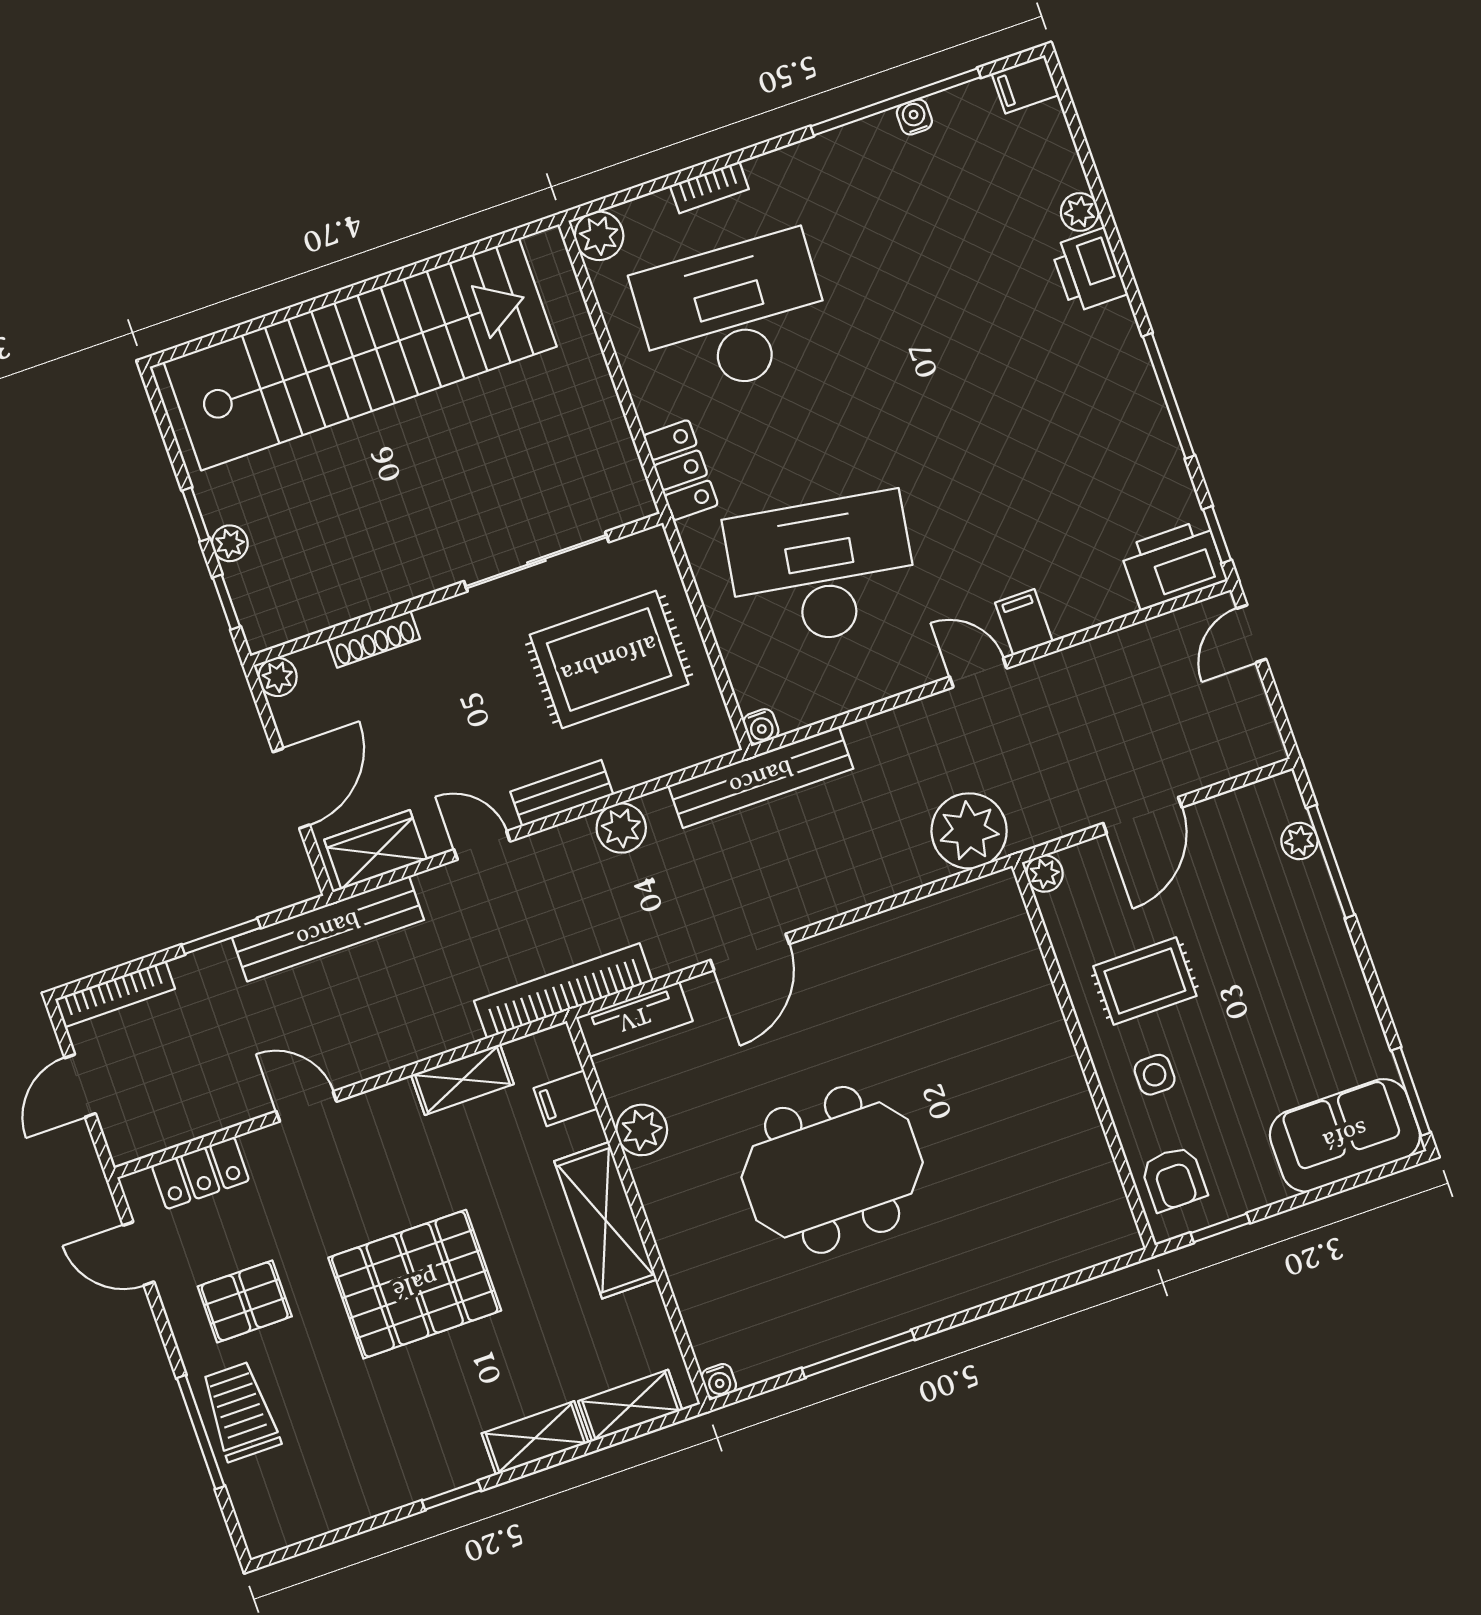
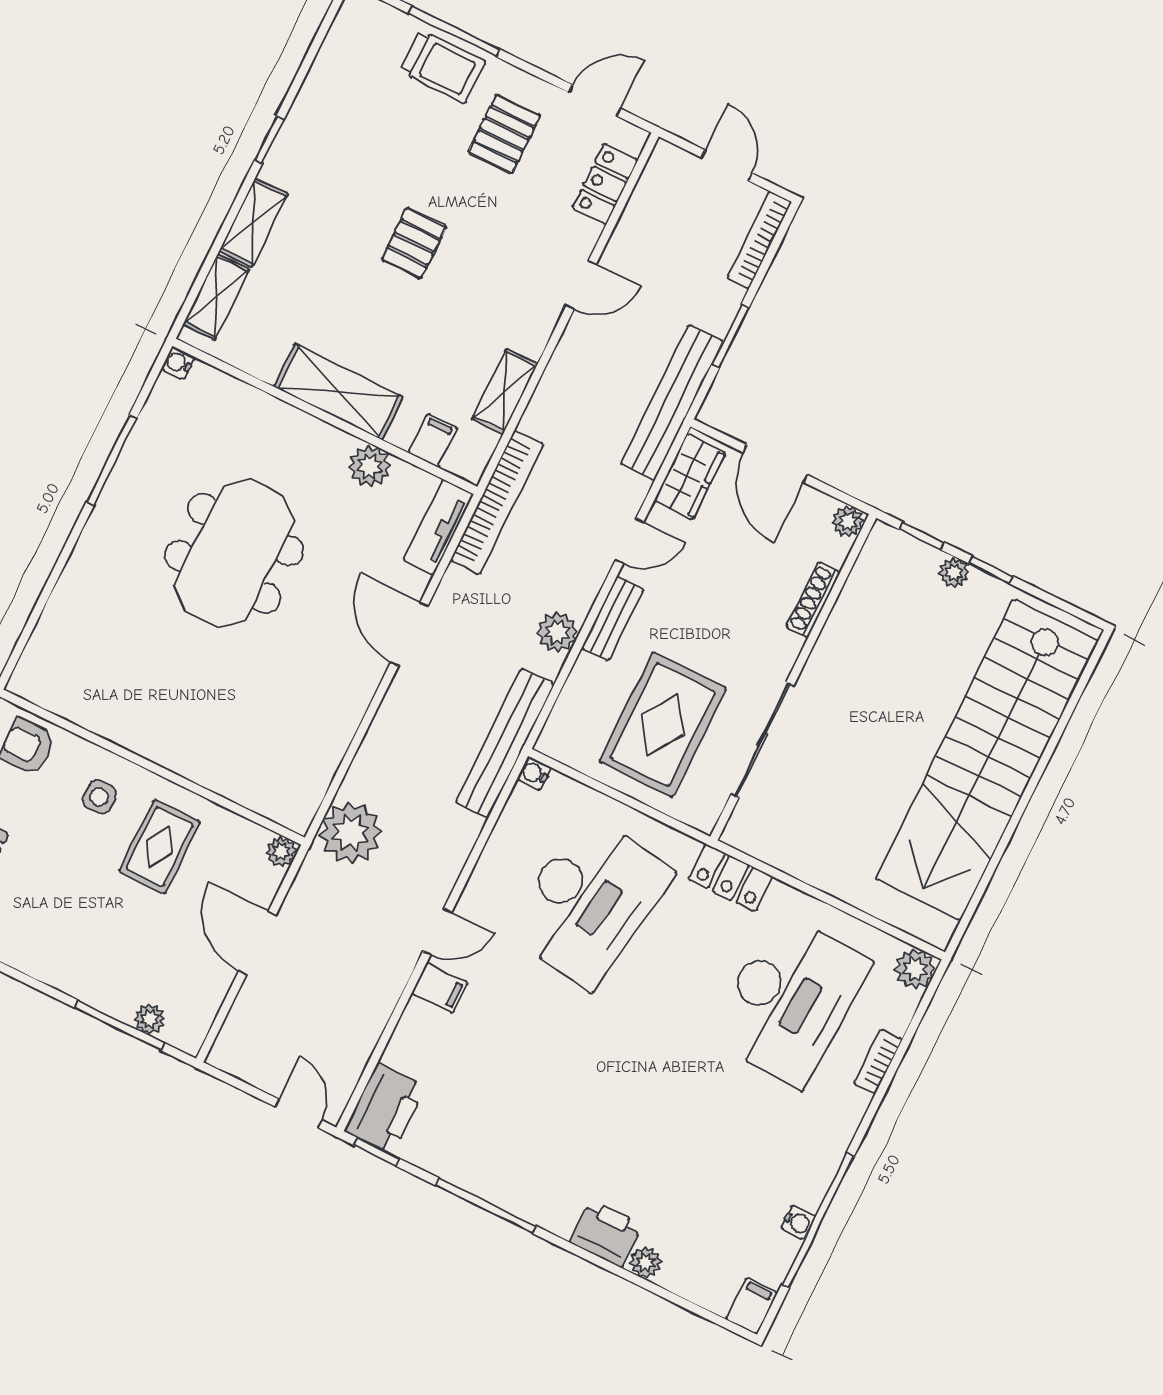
pallet: (415, 1284) -> (414, 243), width x0.49, depth x0.50

